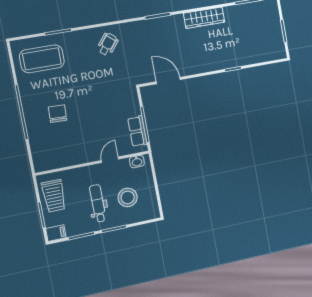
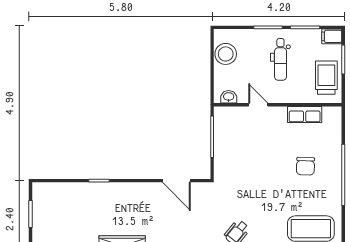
row of seats: (137, 131) -> (305, 114), moved, turned 90
door: (110, 160) -> (258, 105), swing flipped
stool: (128, 197) -> (226, 54), moved

